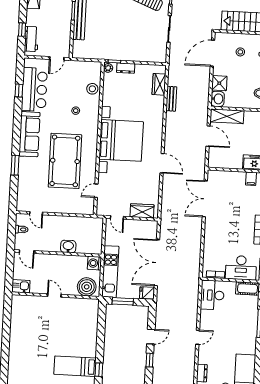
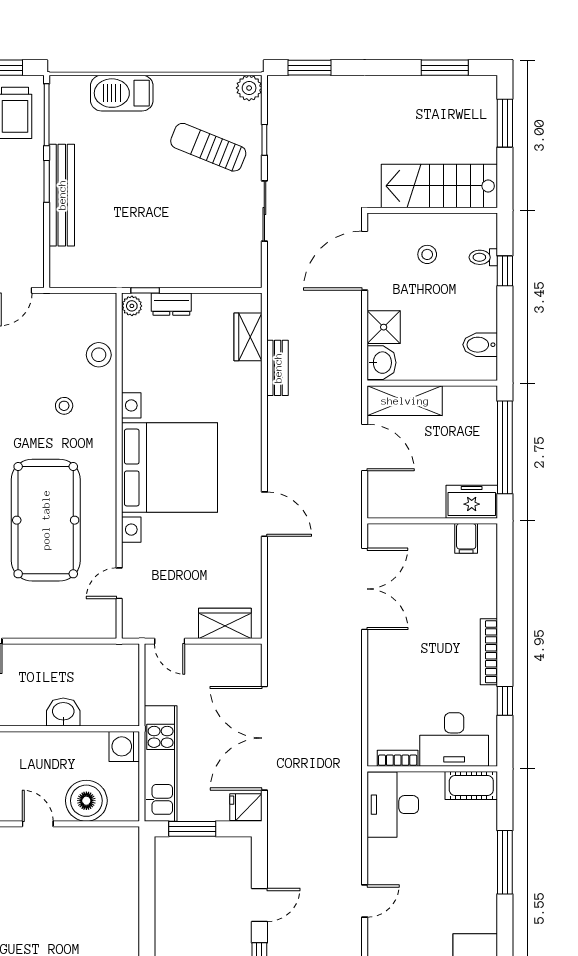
double door: (205, 199) -> (365, 589), swing flipped
boiler: (87, 287) -> (86, 801), moved

